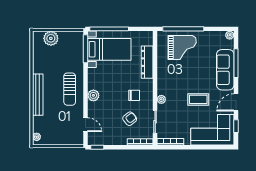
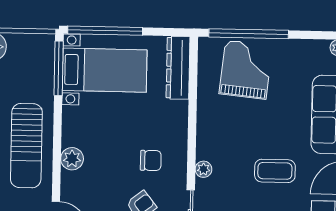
grand piano: (182, 48) -> (246, 70), turned -84
dresser: (147, 62) -> (178, 68), moved
sun lounger: (70, 89) -> (26, 146), width x1.36, depth x1.34

